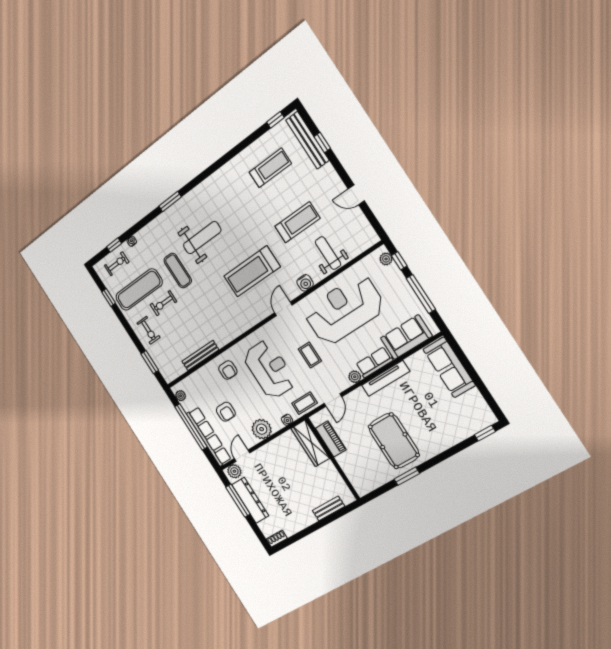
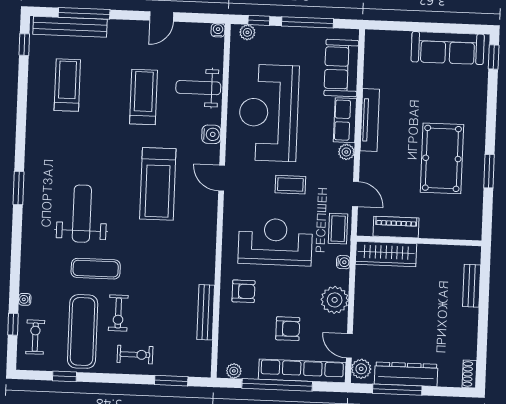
window: (322, 142) -> (84, 13), width x2.17
window: (170, 202) -> (18, 188), moved
water cooler: (374, 239) -> (218, 30), added
sofa: (449, 367) -> (448, 48), moved
pool table: (394, 441) -> (442, 158), turned 90

